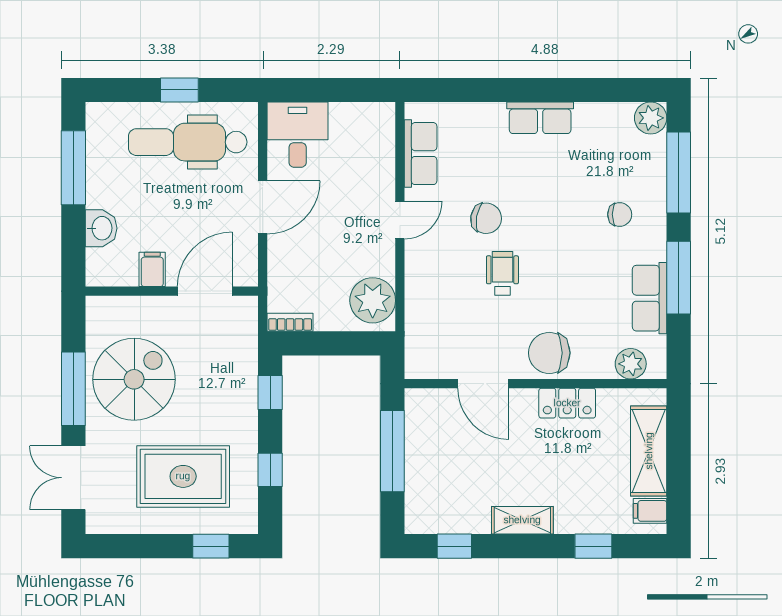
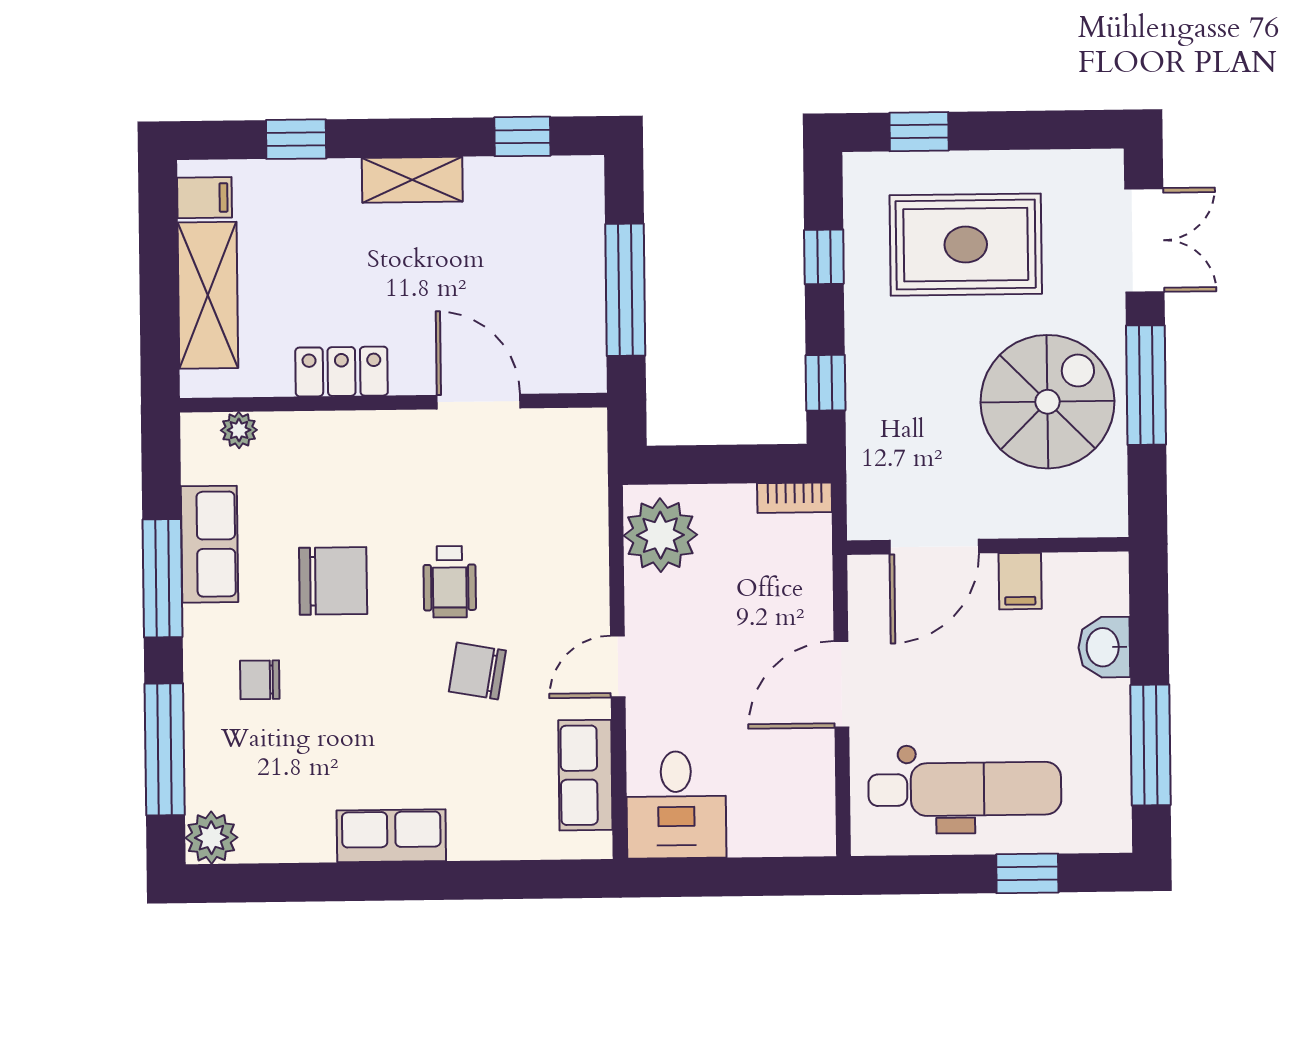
window: (179, 90) -> (1027, 873), moved
desk: (298, 135) -> (676, 805), moved
chair: (549, 353) -> (333, 581), moved
plant: (631, 364) -> (239, 430), width x0.73, depth x0.73
spiral stairs: (134, 379) -> (1047, 402), turned 180

